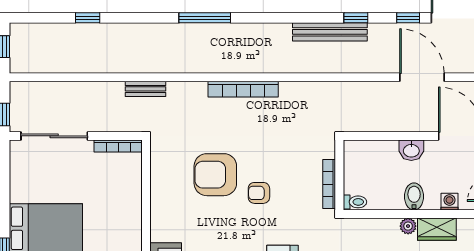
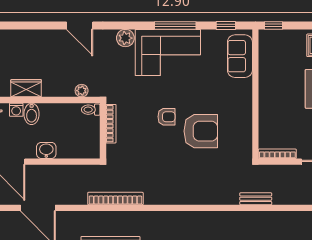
bookcase: (243, 89) -> (115, 198), moved
bidet: (414, 196) -> (32, 114), moved
plant: (408, 226) -> (82, 91), moved

